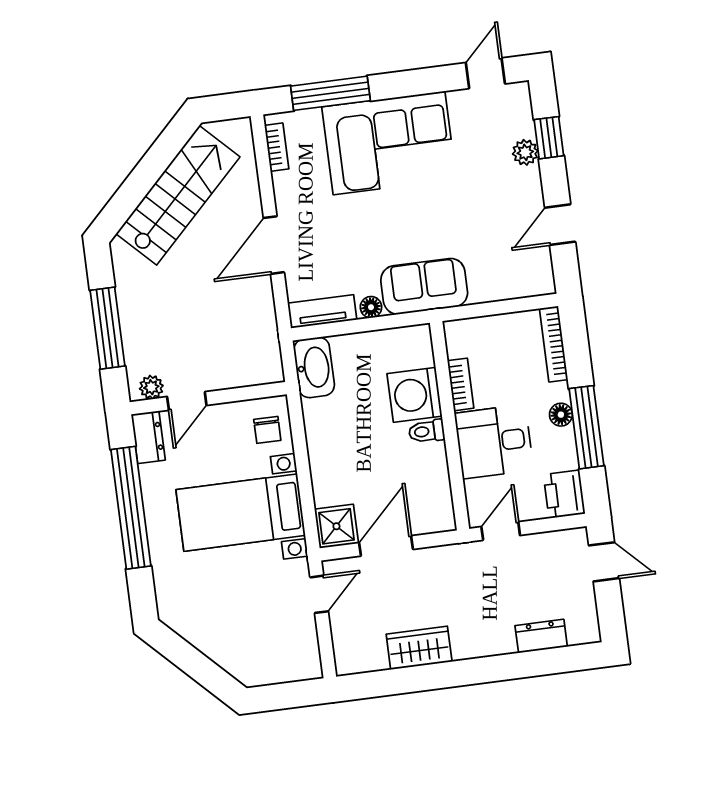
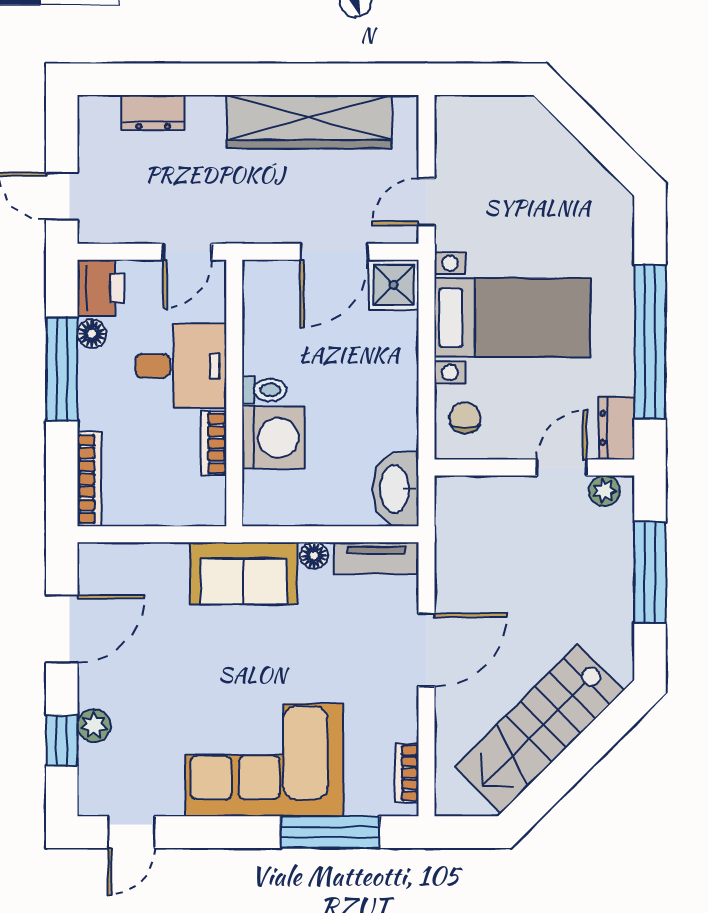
door: (560, 225) -> (62, 629), width x1.38
floor lamp: (561, 415) -> (92, 334), moved
wardrobe: (419, 648) -> (309, 122), width x2.10, depth x1.17

